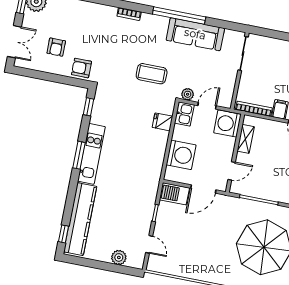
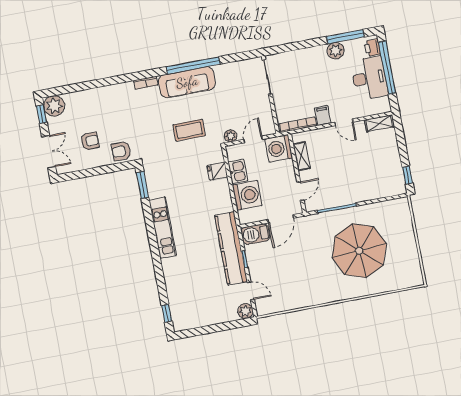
sofa: (195, 34) -> (187, 82), moved
armchair: (56, 47) -> (90, 141), turned -90
window: (88, 107) -> (142, 185), width x1.50
kitchen sink: (184, 114) -> (238, 171), moved
window: (79, 155) -> (152, 234), removed
kitchen counter: (80, 219) -> (231, 248), moved, turned 180
plant: (119, 257) -> (245, 311), moved

